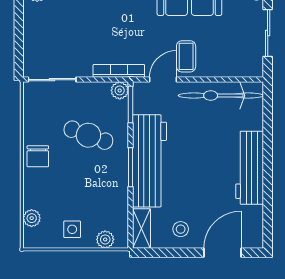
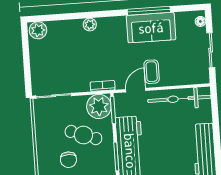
bookcase: (119, 71) -> (103, 86), width x0.64
plant: (120, 90) -> (99, 106), width x1.88, depth x1.88
chair: (38, 156) -> (68, 160), moved

